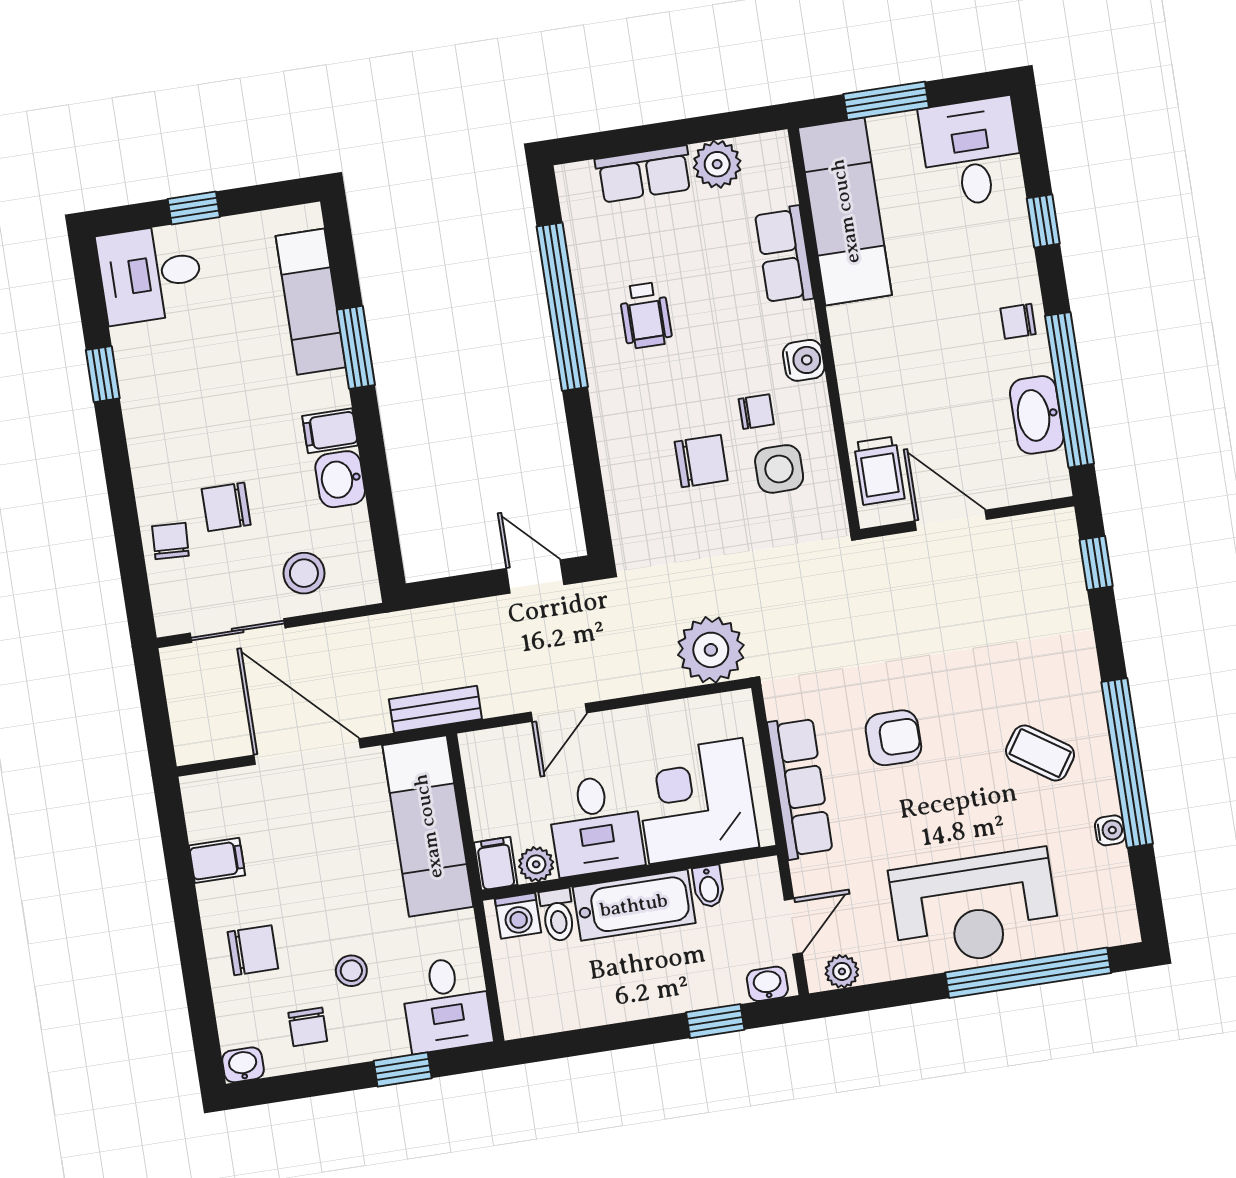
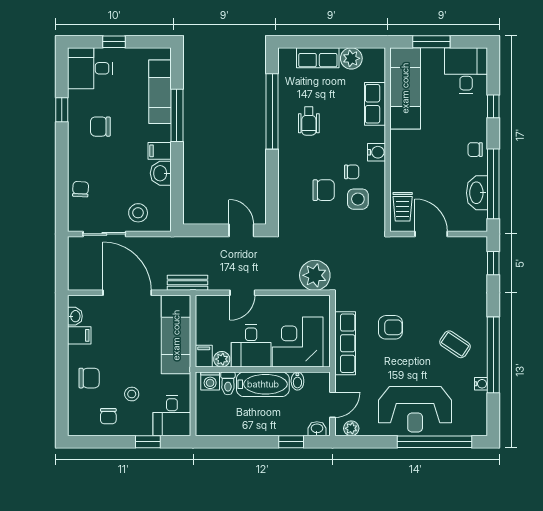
window: (356, 347) -> (177, 115), width x1.44
chair: (226, 507) -> (100, 127), moved
washbasin: (243, 1065) -> (75, 316), moved, turned 90

